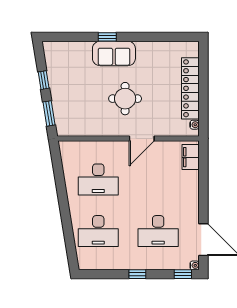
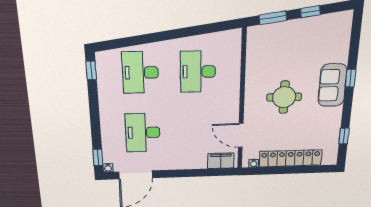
window: (167, 37) -> (344, 136), added
door: (142, 138) -> (241, 135), moved
window: (137, 274) -> (91, 70), moved

